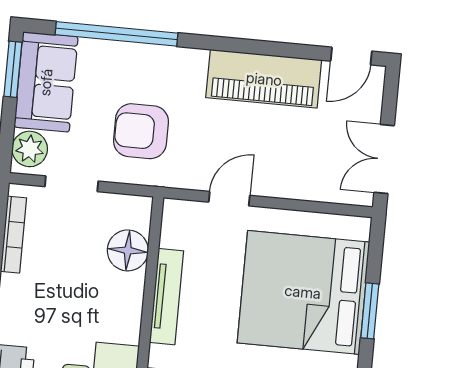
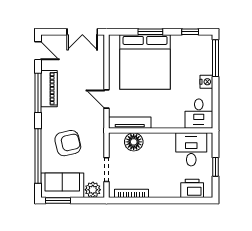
window: (257, 47) -> (38, 93), added
piano: (264, 79) -> (49, 89), width x0.73, depth x0.75
armchair: (141, 131) -> (68, 143), moved, turned -103
tv unit: (167, 297) -> (130, 123), moved

